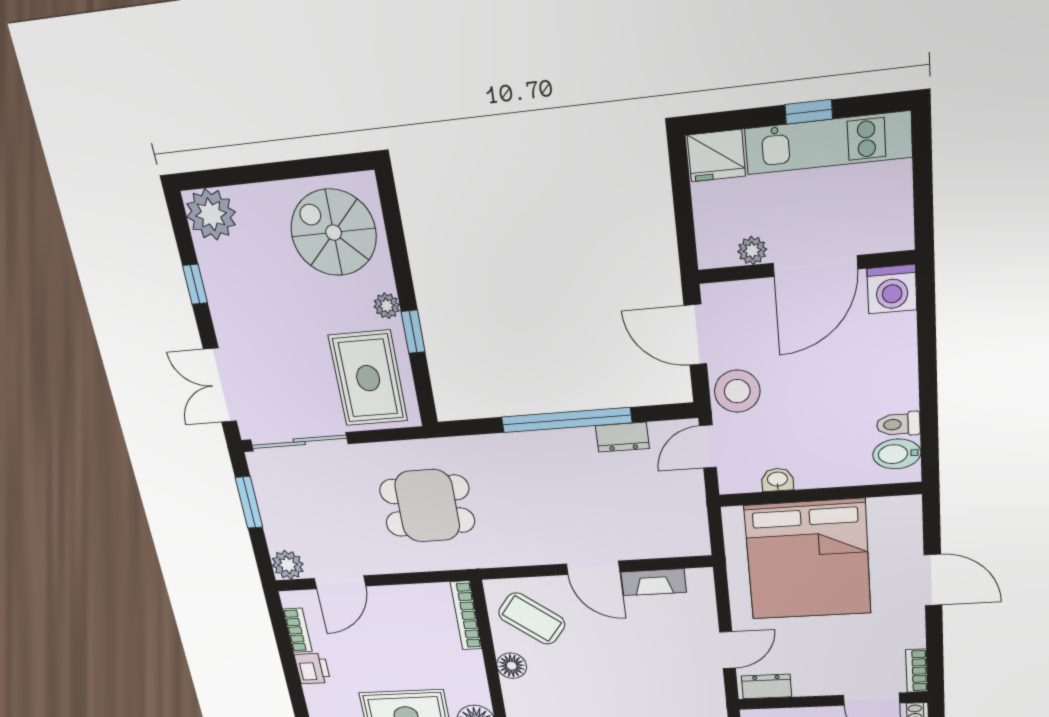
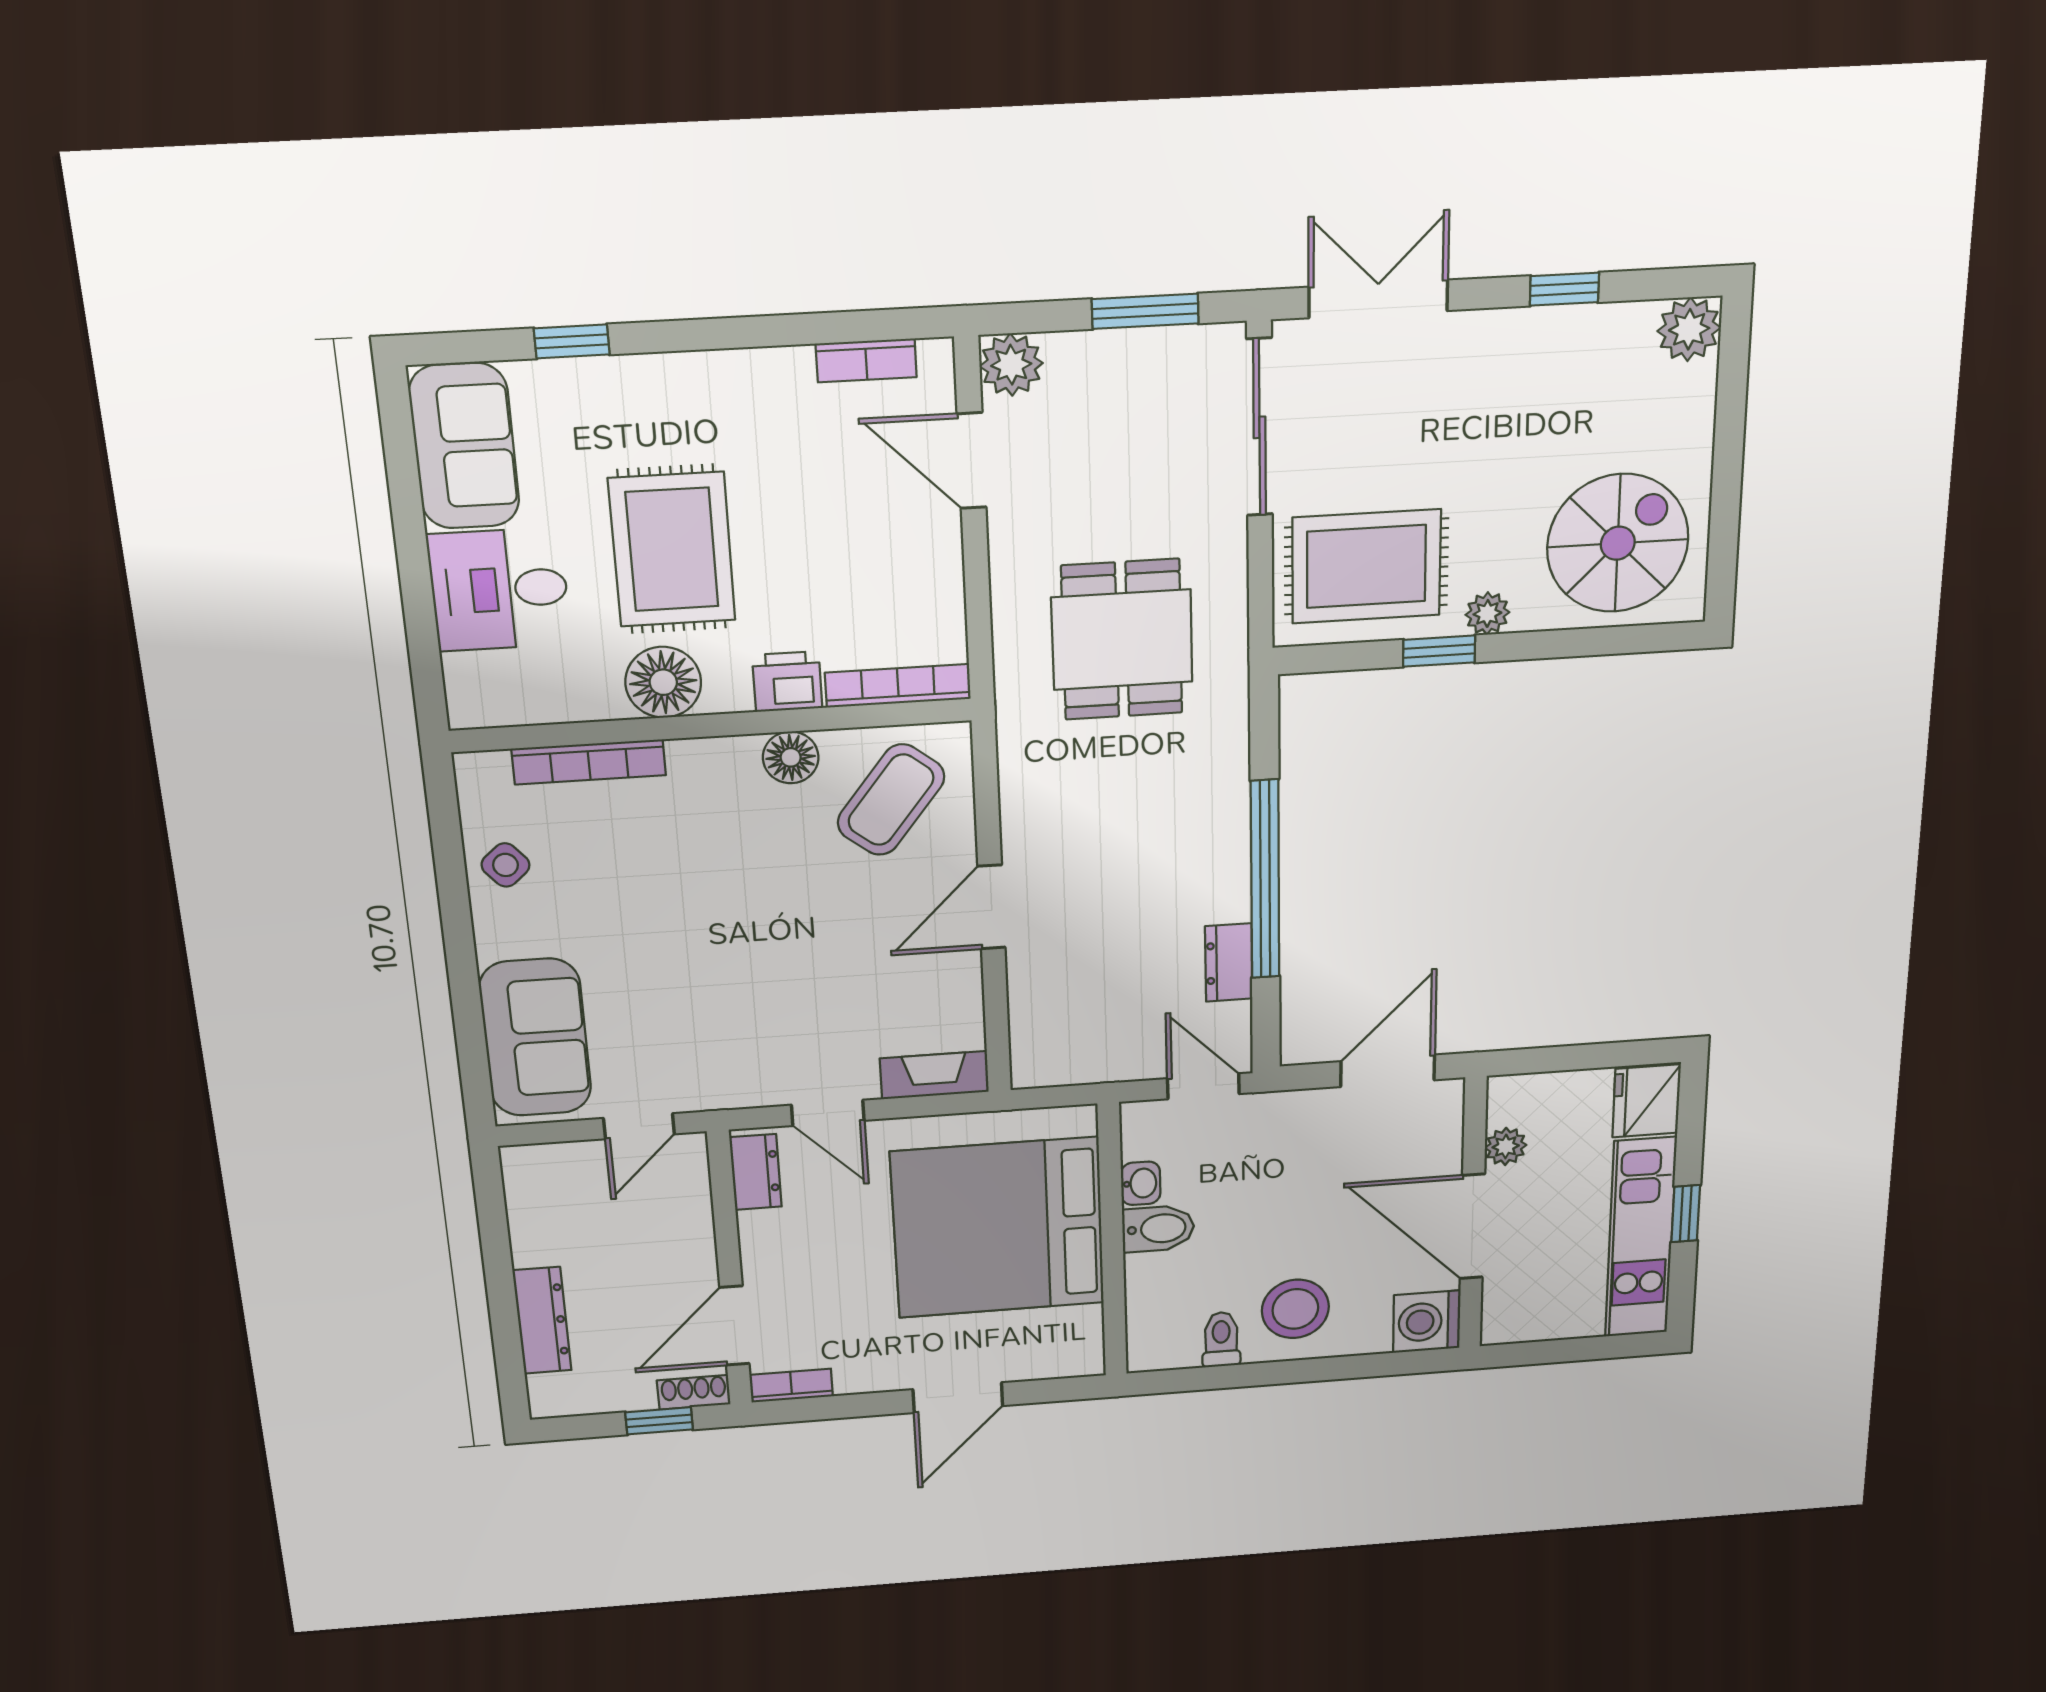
plant: (211, 214) -> (1689, 329), width x0.73, depth x0.73
stool: (737, 391) -> (1295, 1309), moved
bidet: (897, 454) -> (1158, 1229), moved, turned 90
fireplace: (654, 582) -> (934, 1075), moved, turned 90
printer: (312, 669) -> (787, 682), moved, turned 180

